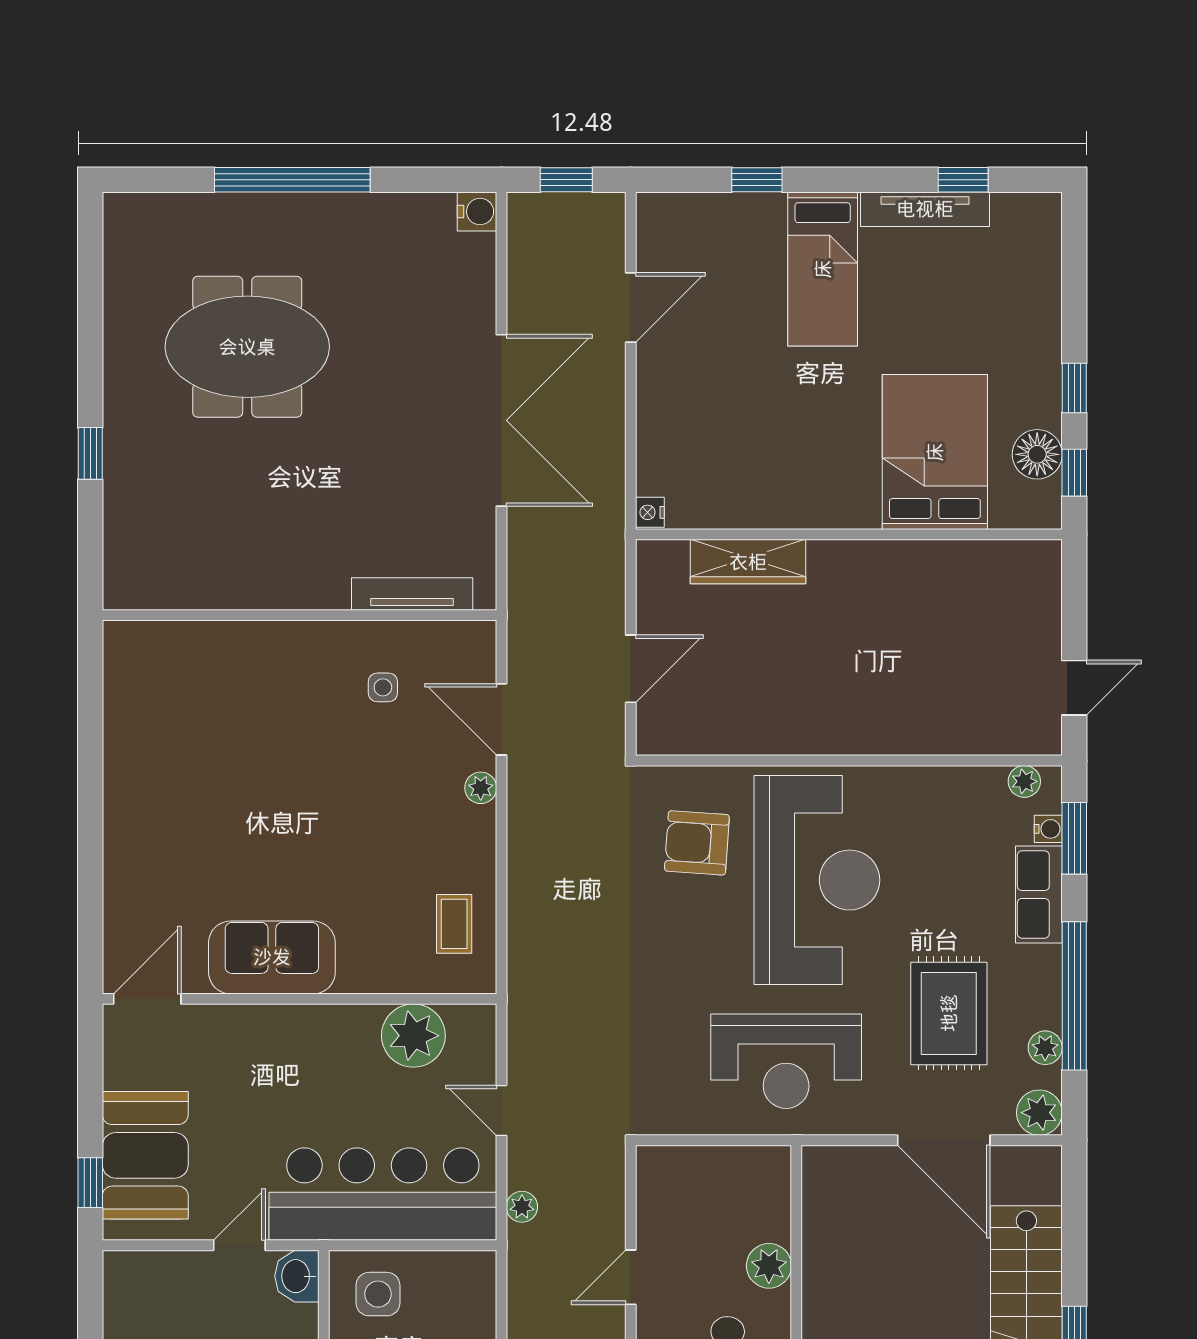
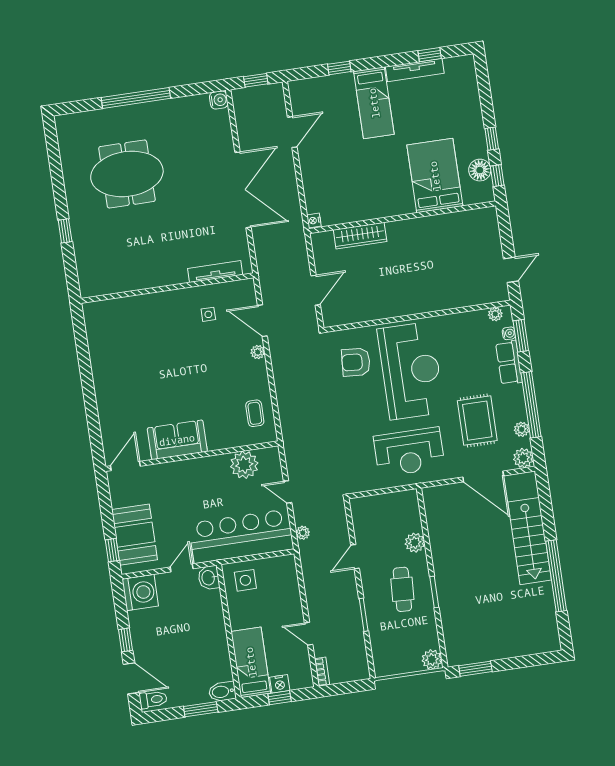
washing machine: (139, 1287) -> (140, 592), added

